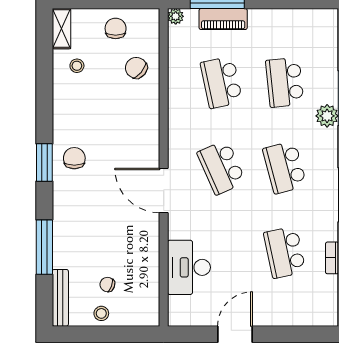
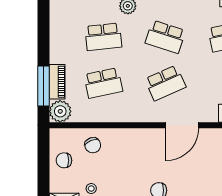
plant: (176, 16) -> (60, 111), width x1.88, depth x1.88
chair: (136, 68) -> (93, 145), turned -63
school desk: (285, 167) -> (165, 37), turned 33

